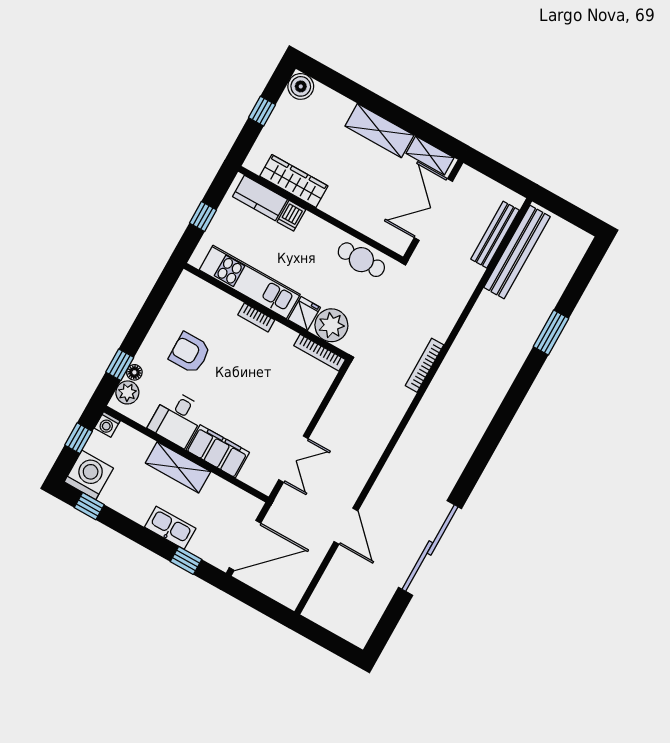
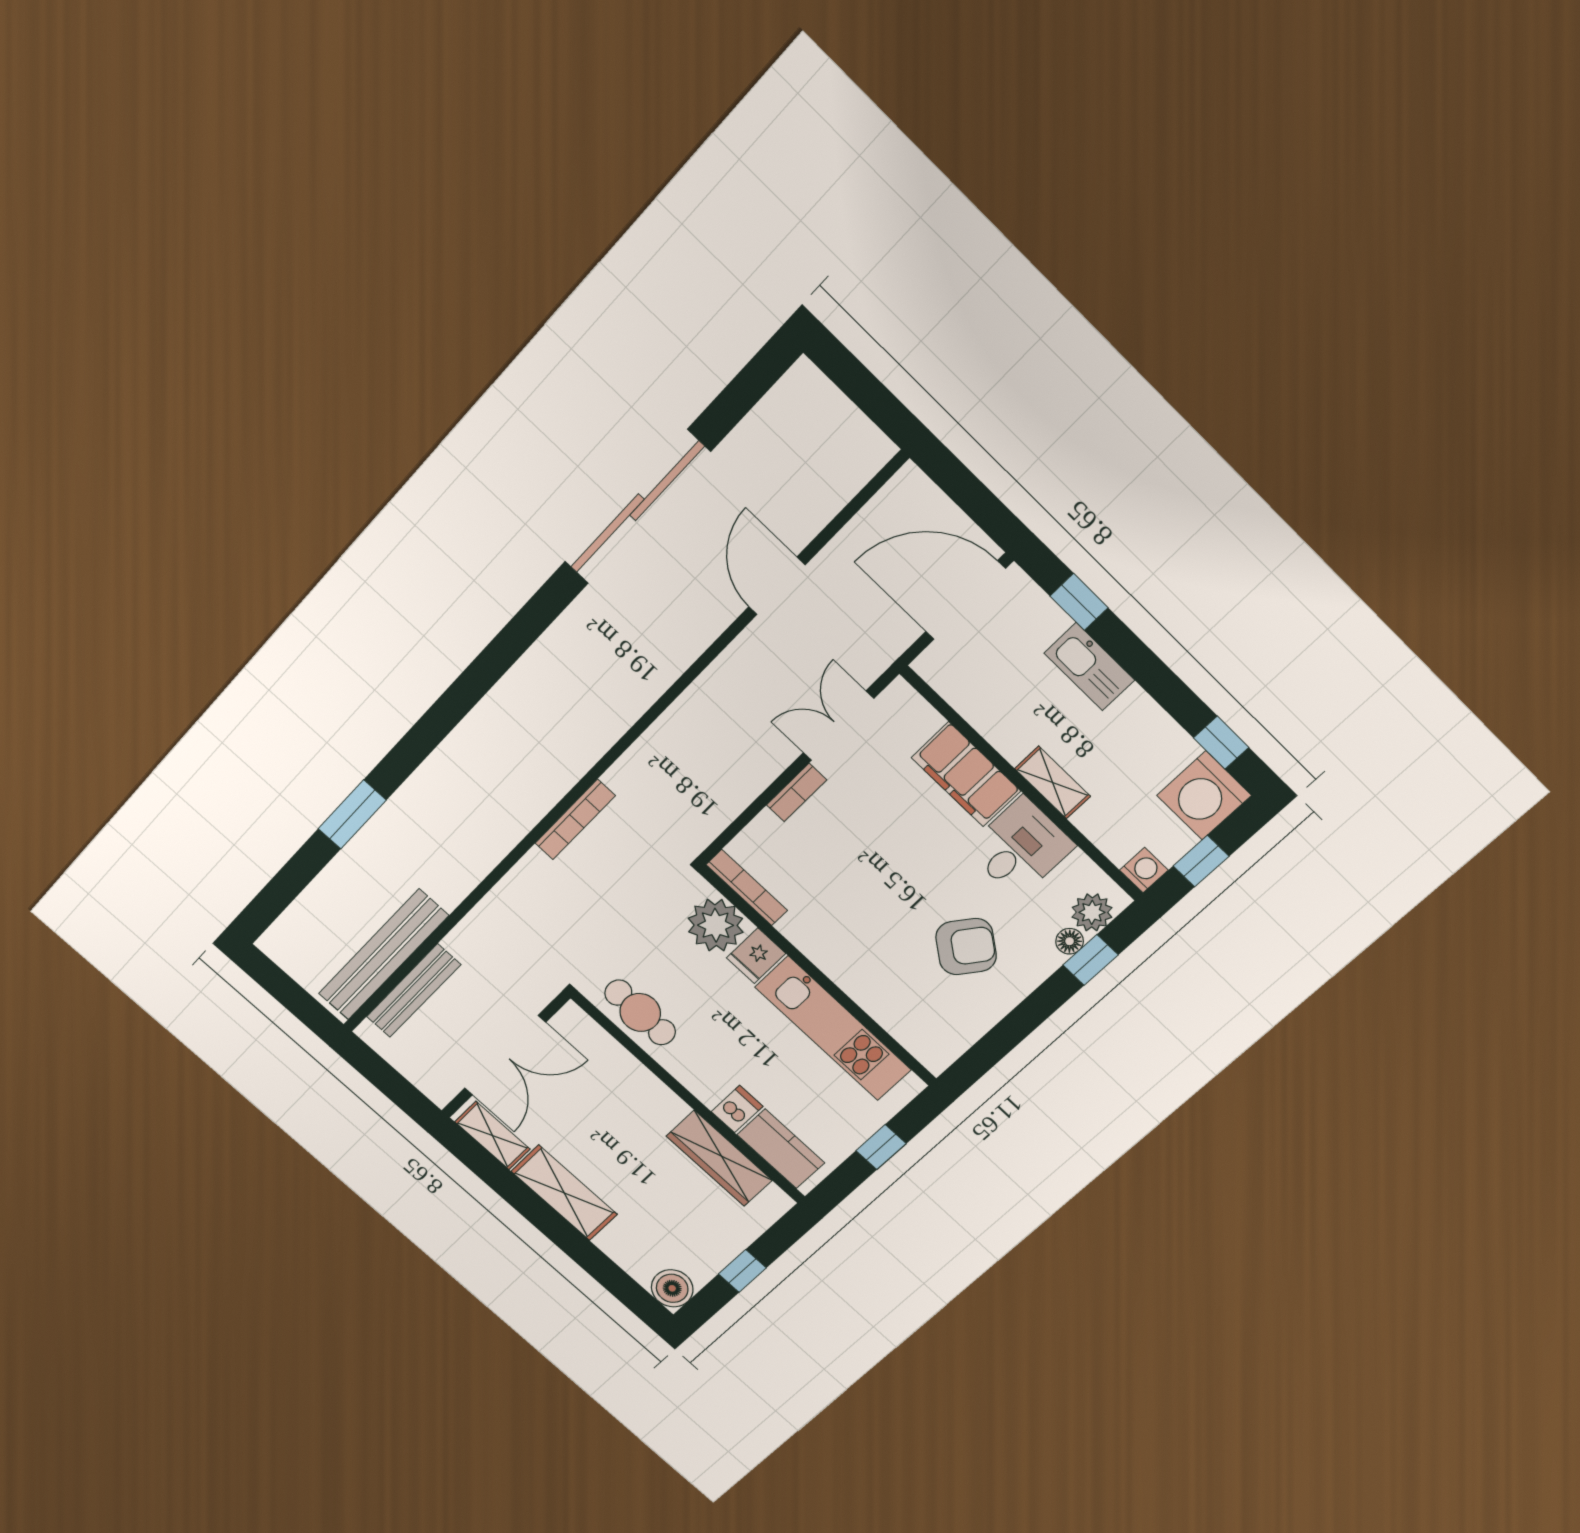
bookcase: (256, 317) -> (797, 792), moved, turned 90
armchair: (190, 353) -> (966, 947), turned -54
shelving: (178, 467) -> (1053, 782), width x0.67, depth x0.75

